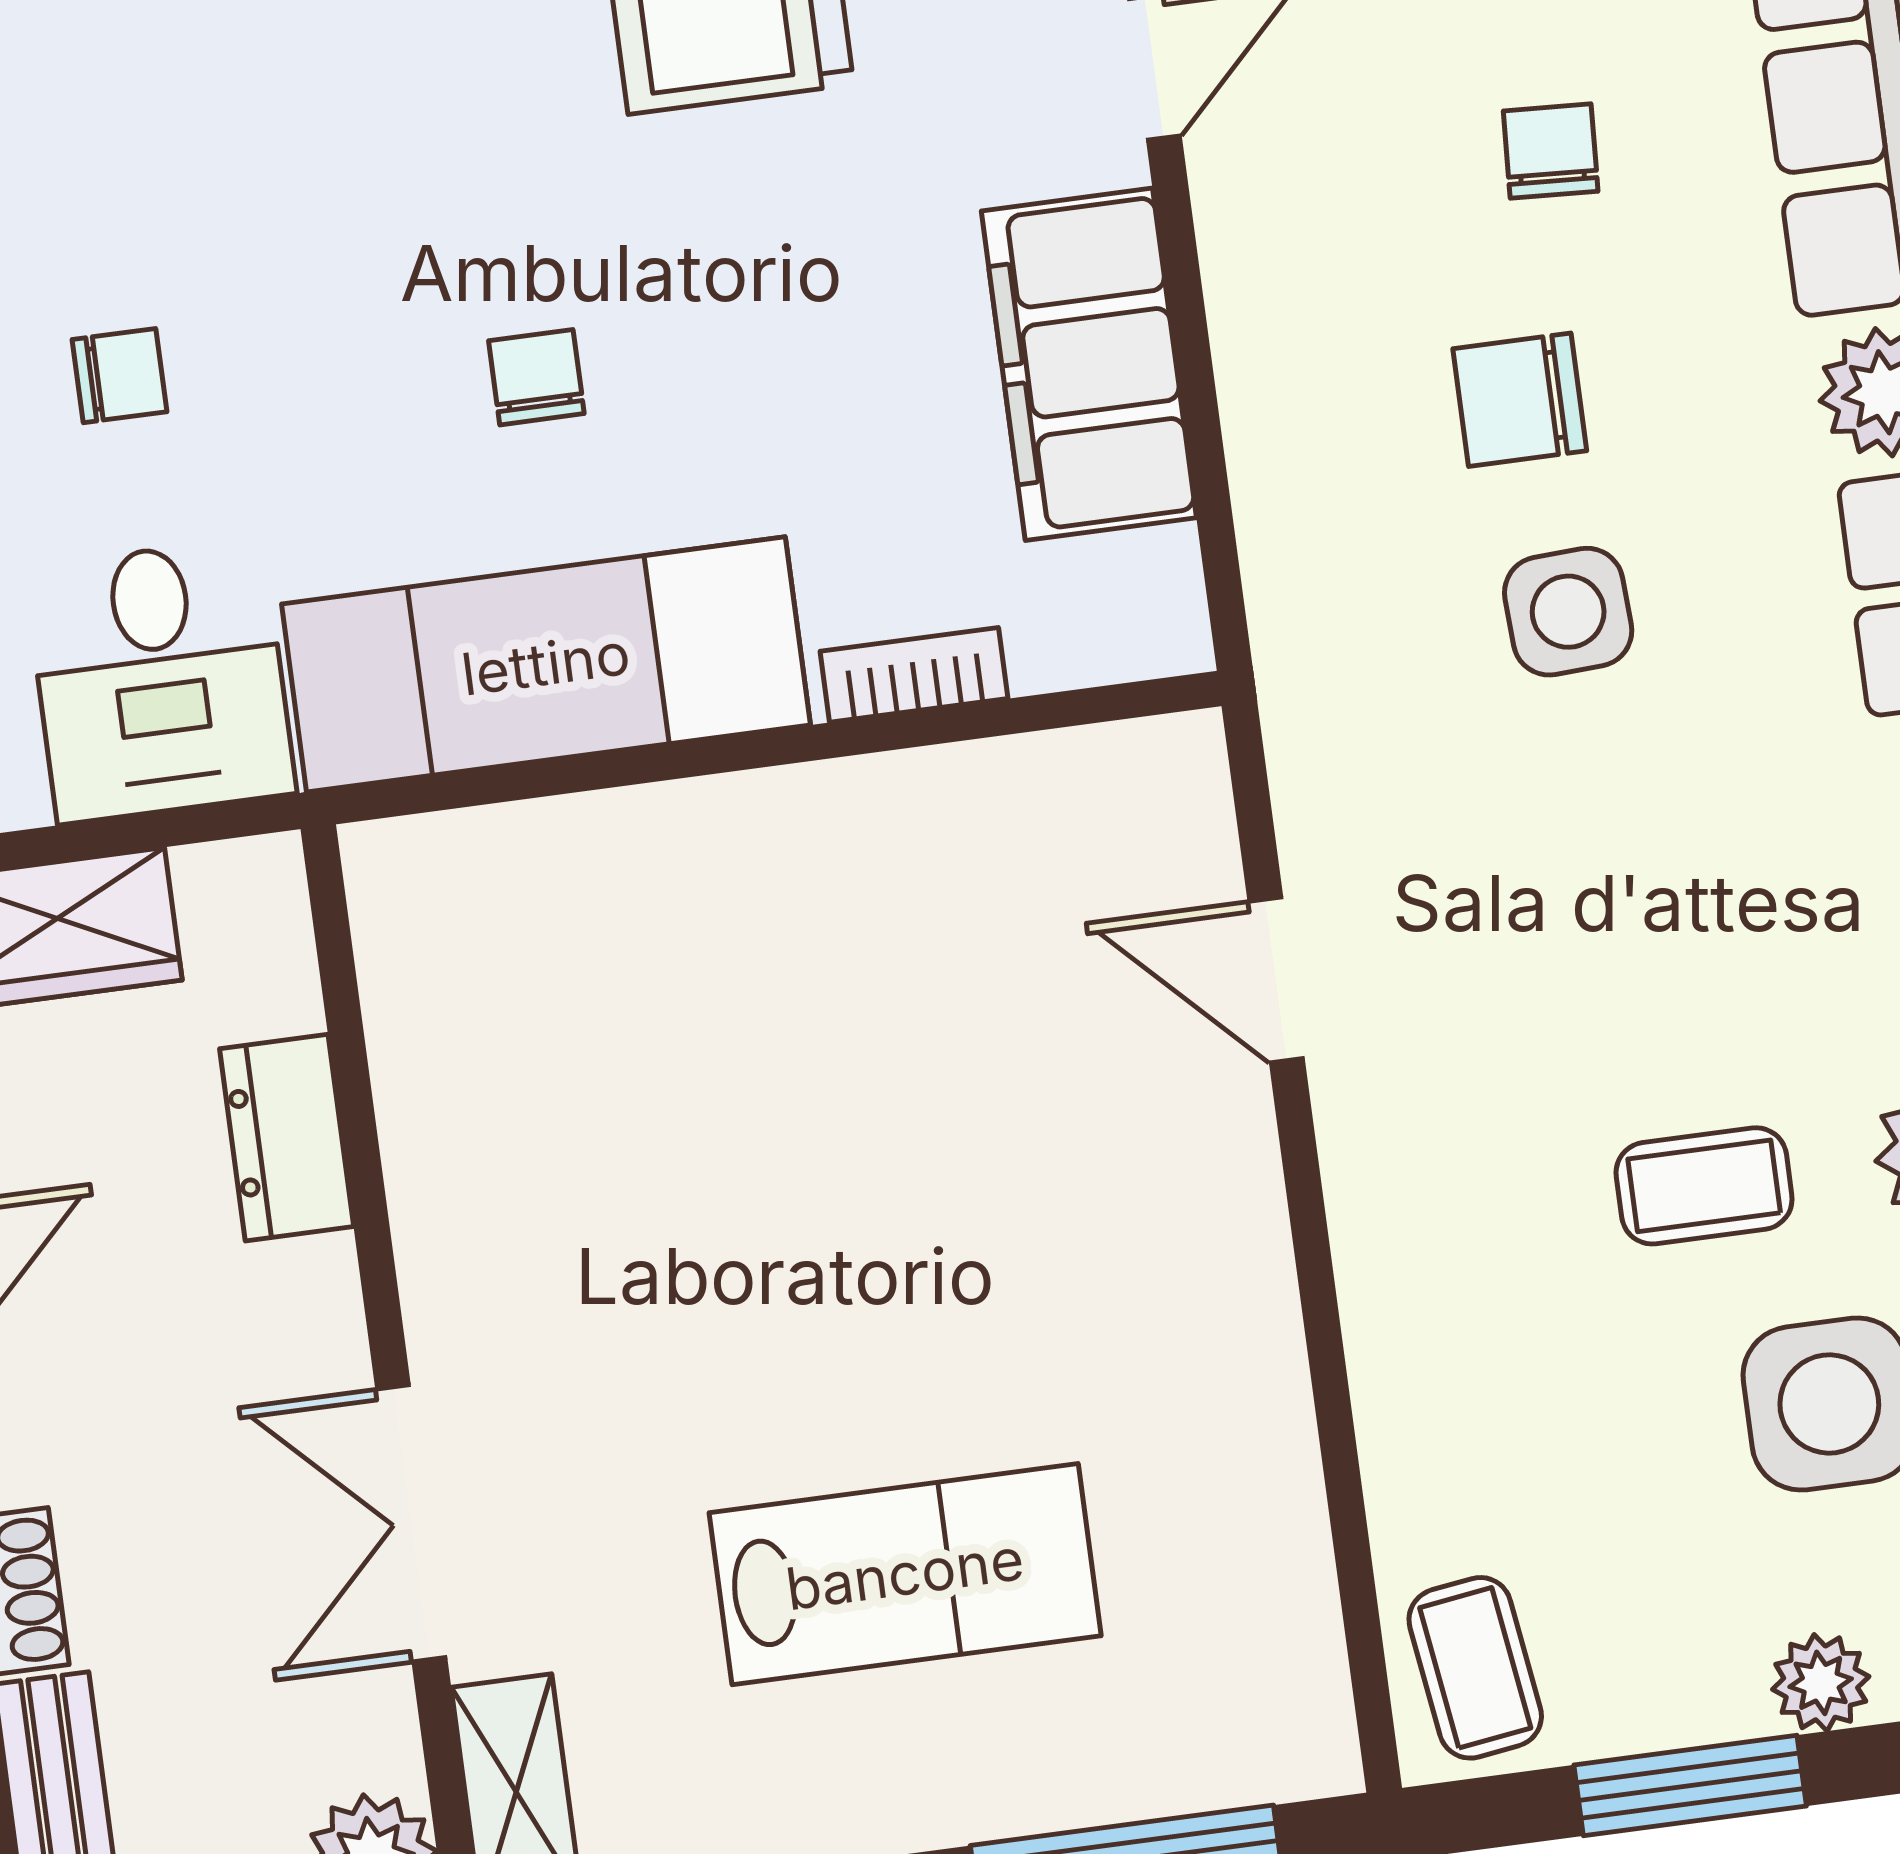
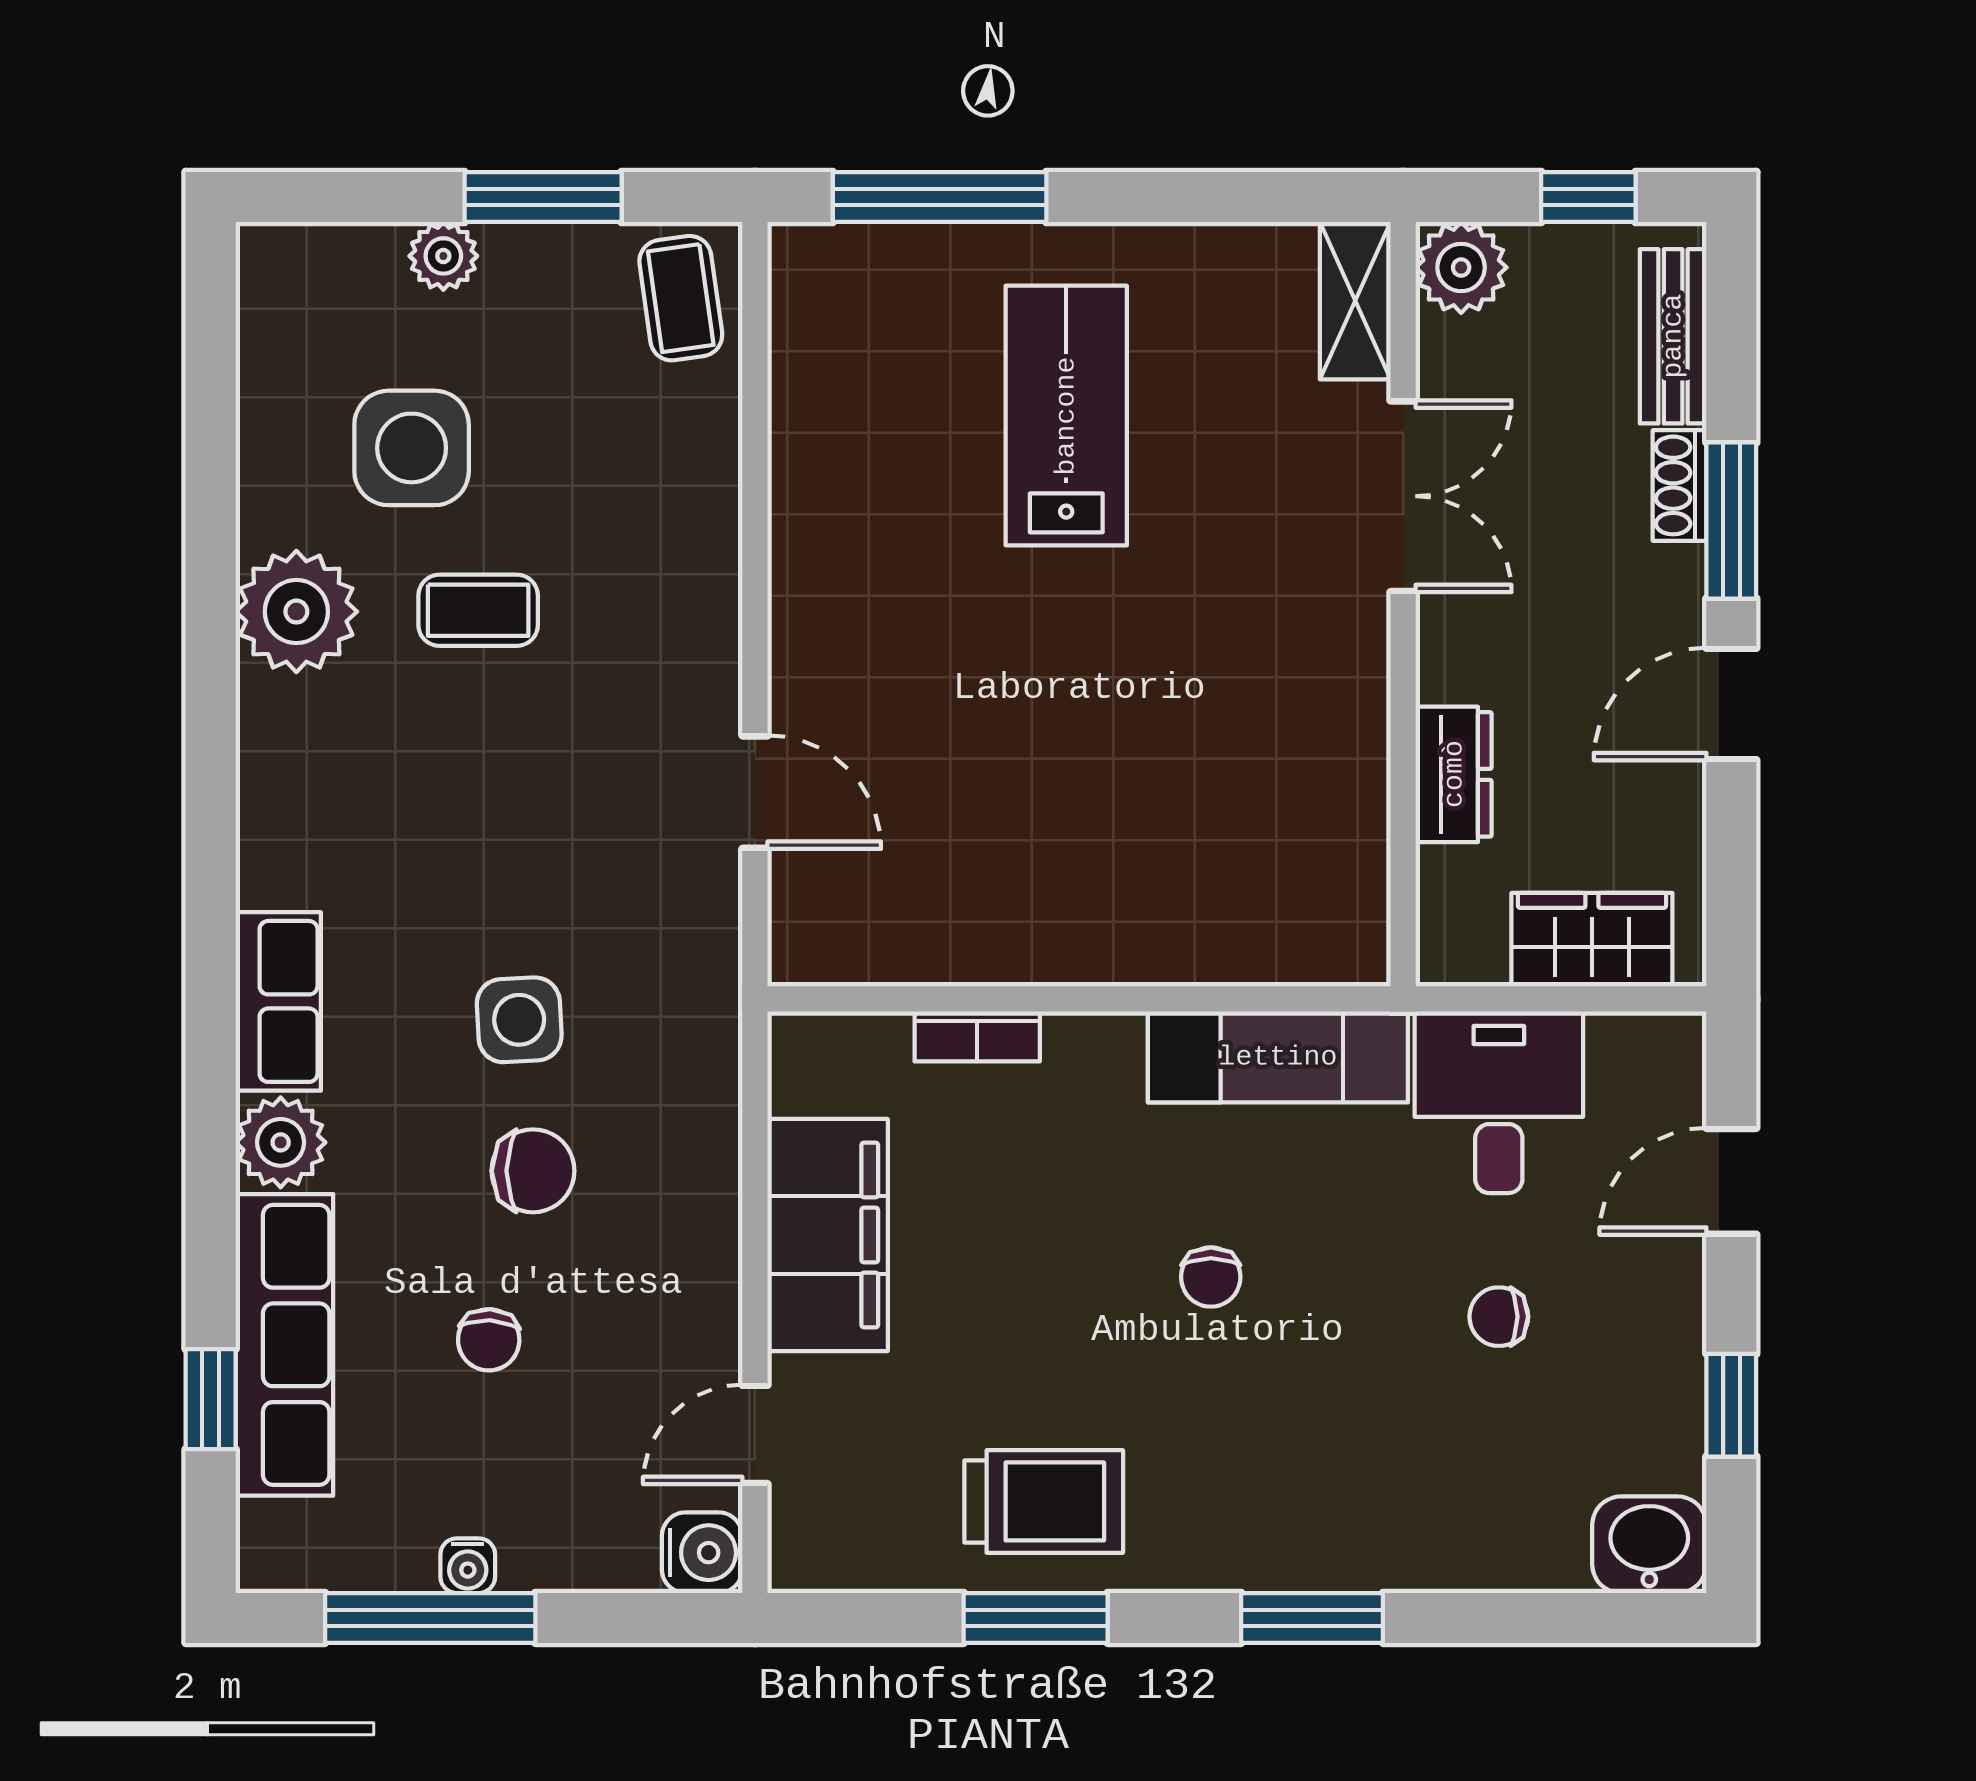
exam couch: (546, 664) -> (1278, 1057), width x0.73, depth x0.69
lab bench: (905, 1574) -> (1066, 416), turned 90

